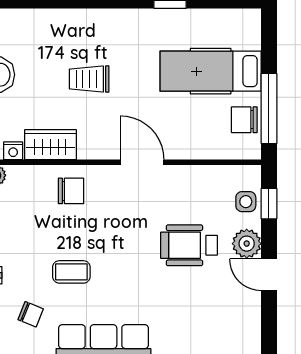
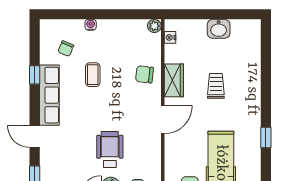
wardrobe: (50, 145) -> (174, 80), moved
chair: (71, 191) -> (144, 74), turned 96

